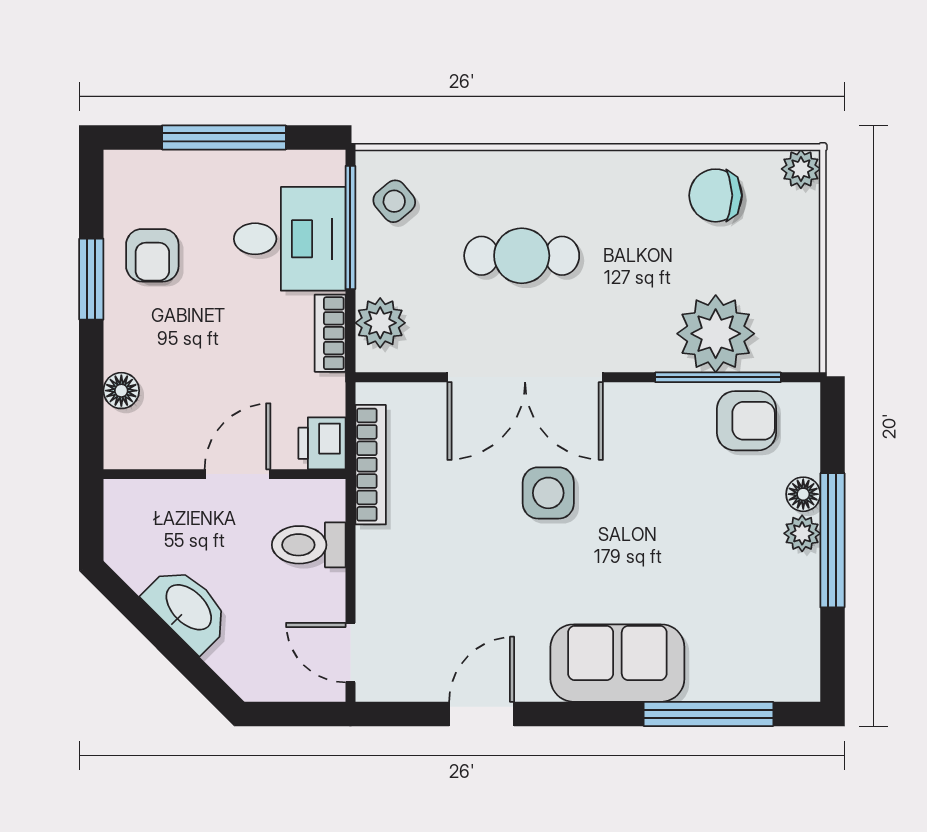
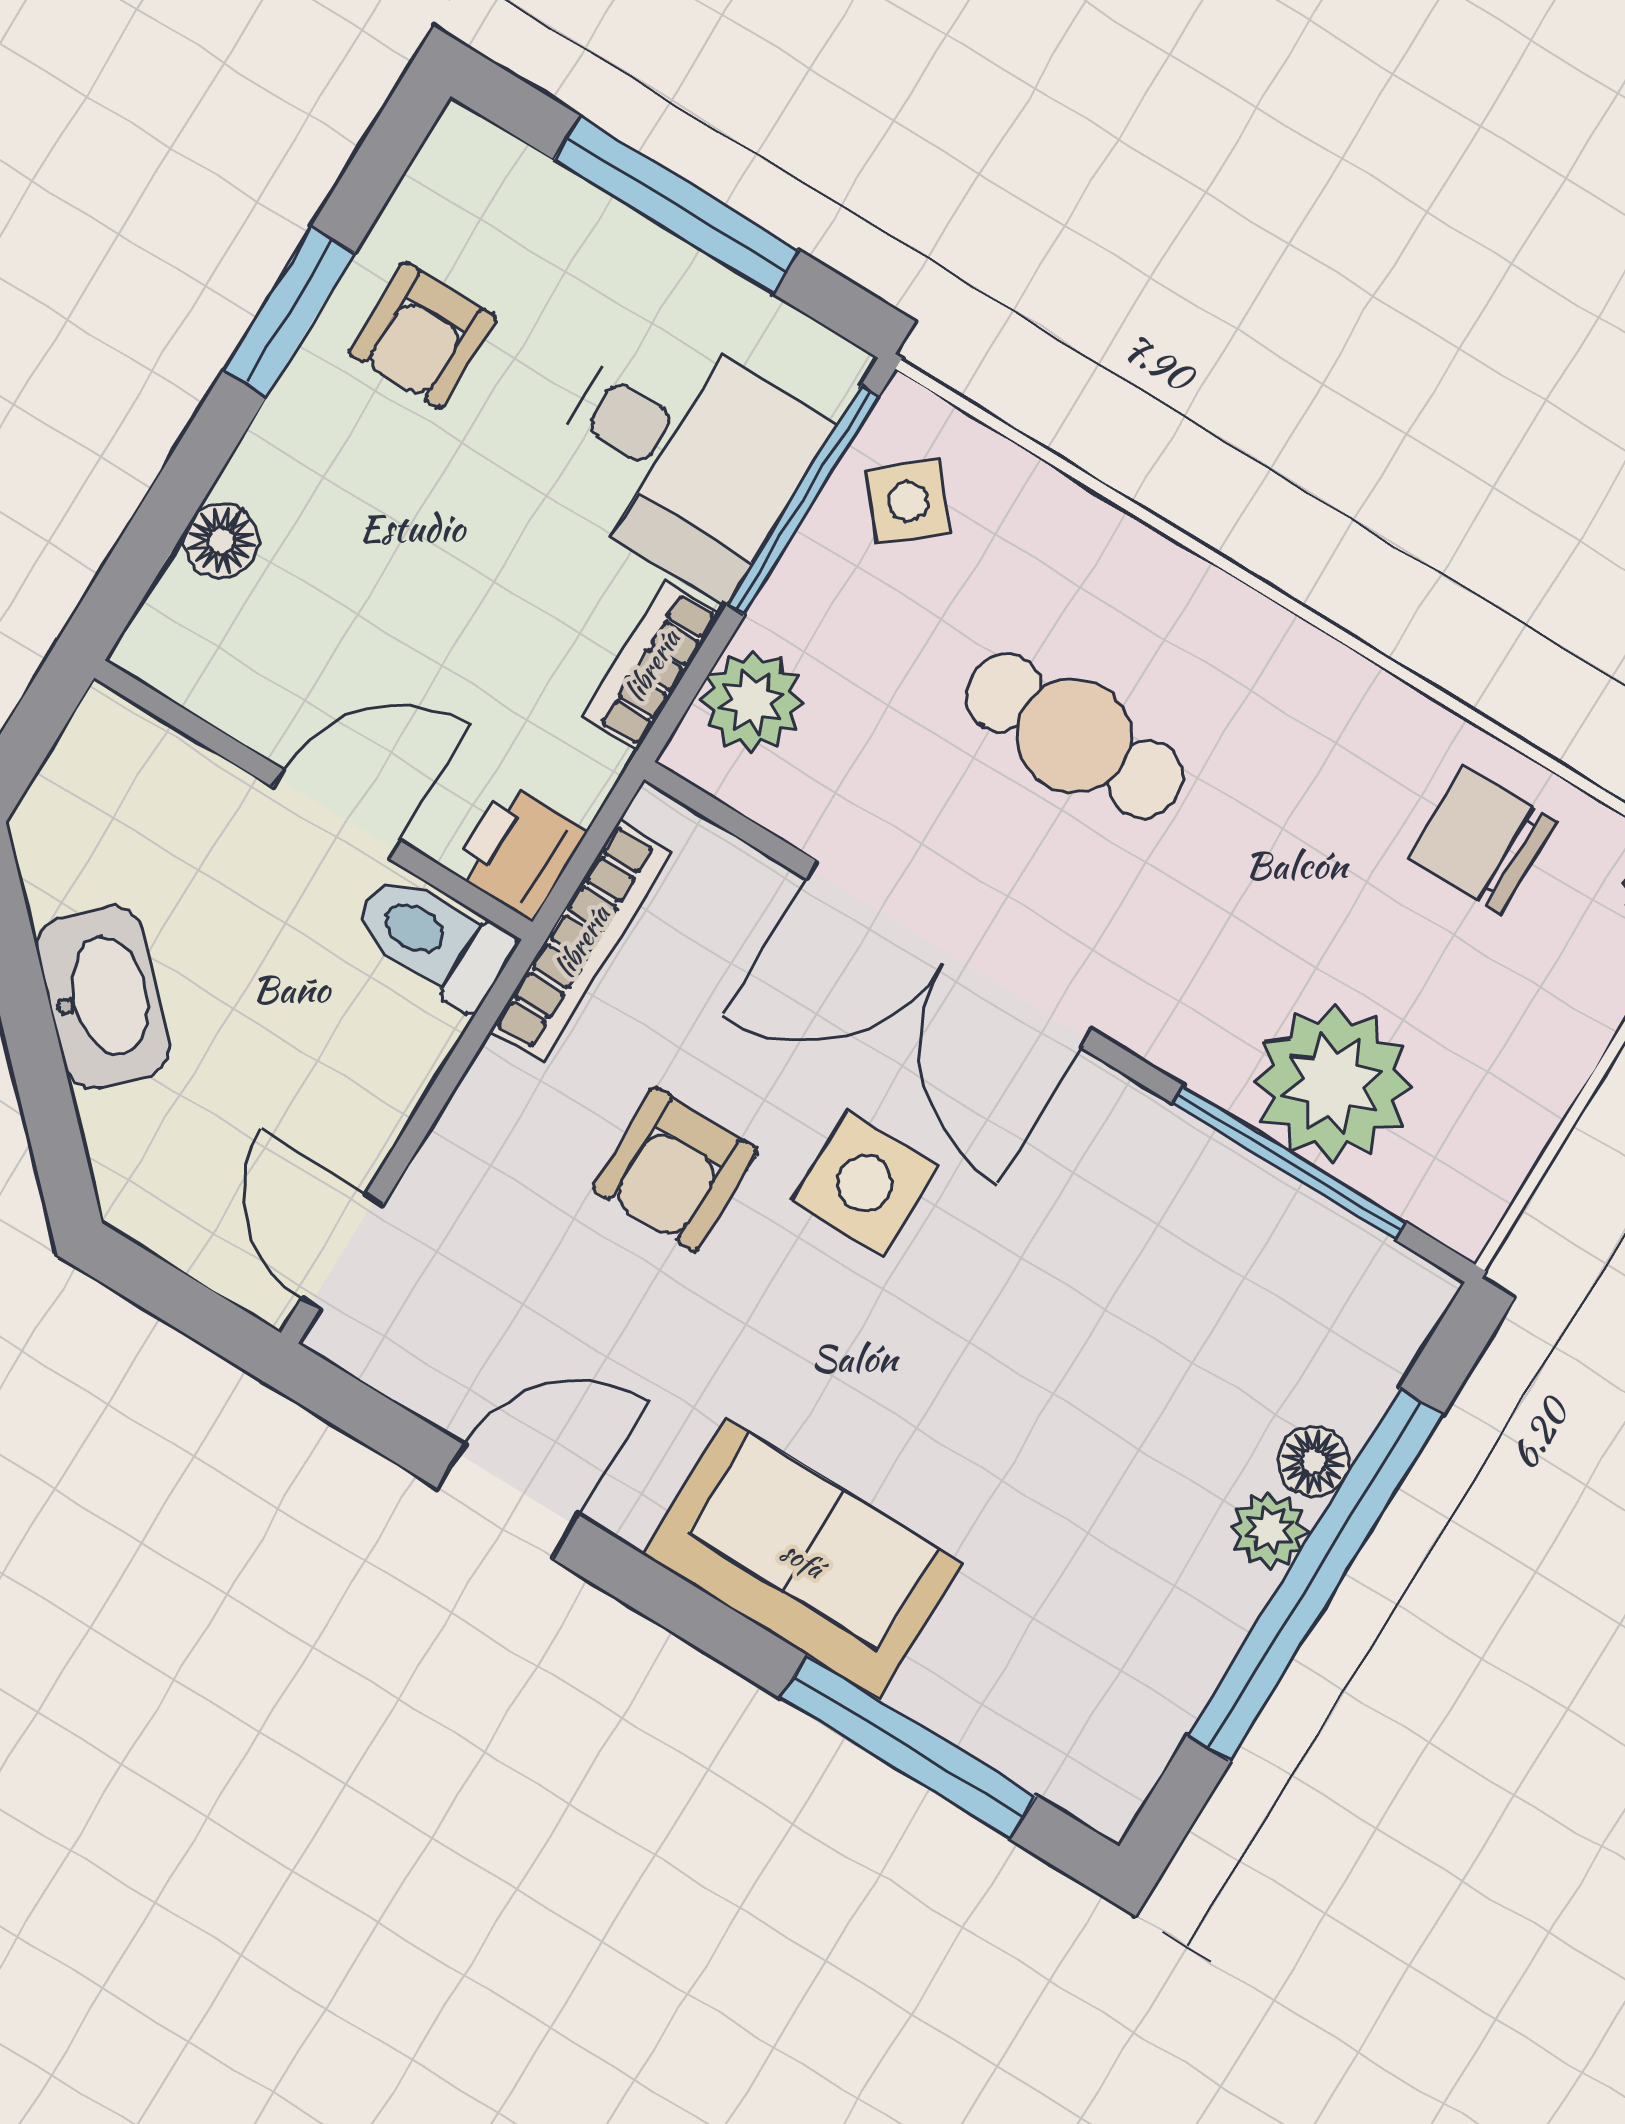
armchair: (746, 421) -> (675, 1169), moved, turned 90
window: (832, 540) -> (1315, 1575), width x1.46
toilet: (309, 545) -> (433, 939), moved

